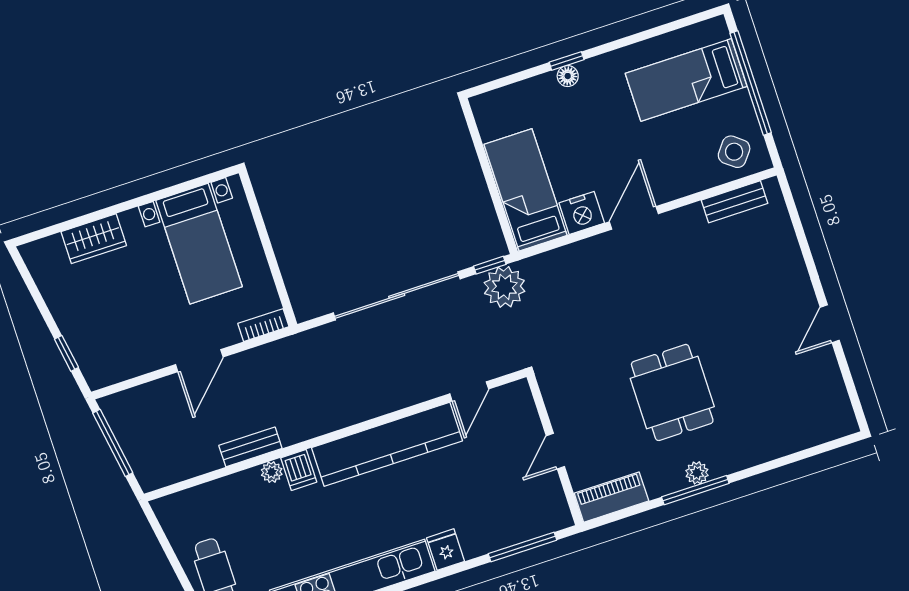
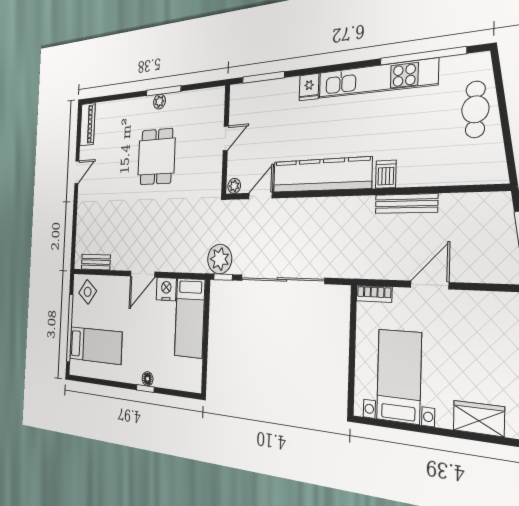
bench: (250, 447) -> (406, 204), width x1.36
plant: (272, 472) -> (234, 186), moved
piano: (611, 497) -> (87, 124), moved, turned -90

